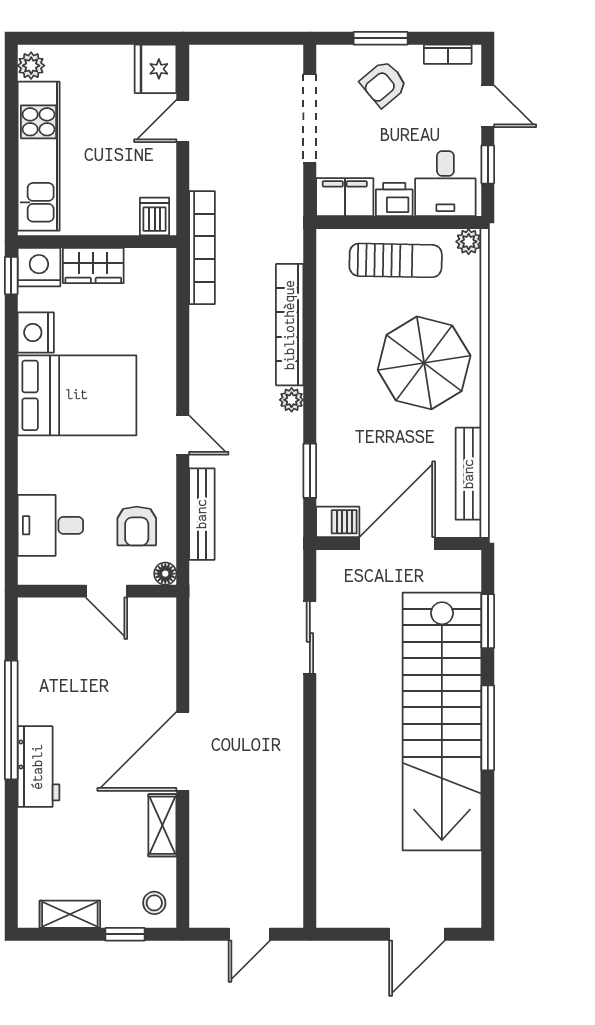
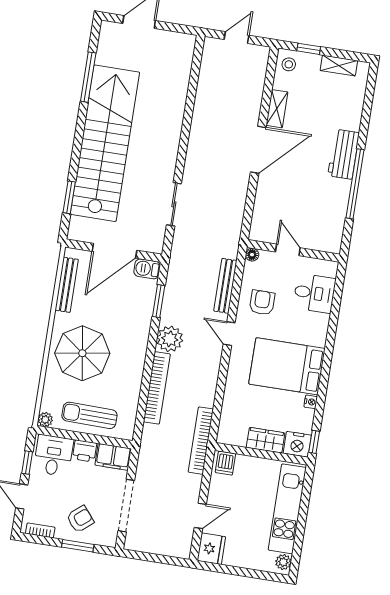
nightstand: (36, 333) -> (311, 402), width x0.53, depth x0.56
plant: (292, 400) -> (170, 339), width x1.87, depth x1.87
armchair: (137, 526) -> (262, 302), moved
window: (488, 728) -> (88, 77), moved

